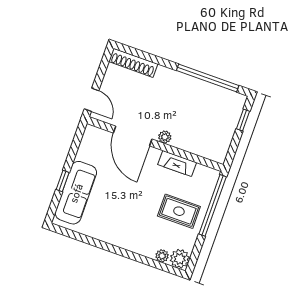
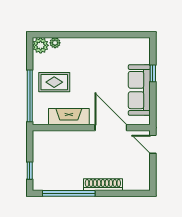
shoe rack: (133, 63) -> (103, 185), moved
plant: (165, 137) -> (86, 136), removed
fireplace: (177, 163) -> (69, 117), width x1.37, depth x1.32
sofa: (76, 193) -> (139, 90), moved

